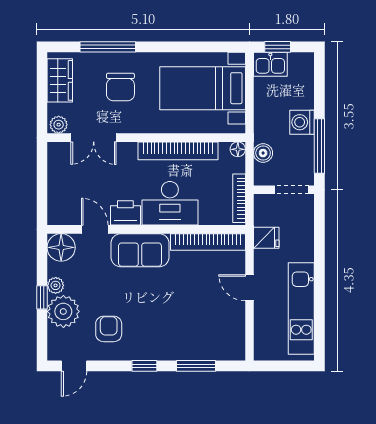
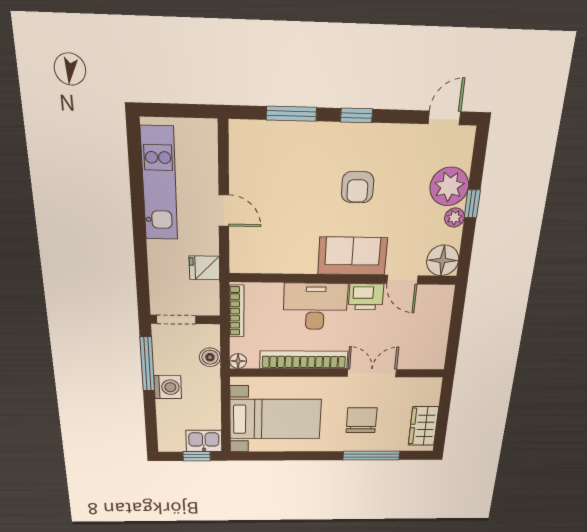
plant: (59, 125) -> (430, 385), removed
double door: (94, 138) -> (372, 373), moved
bookcase: (208, 242) -> (273, 264), removed
armchair: (109, 329) -> (358, 187), moved

